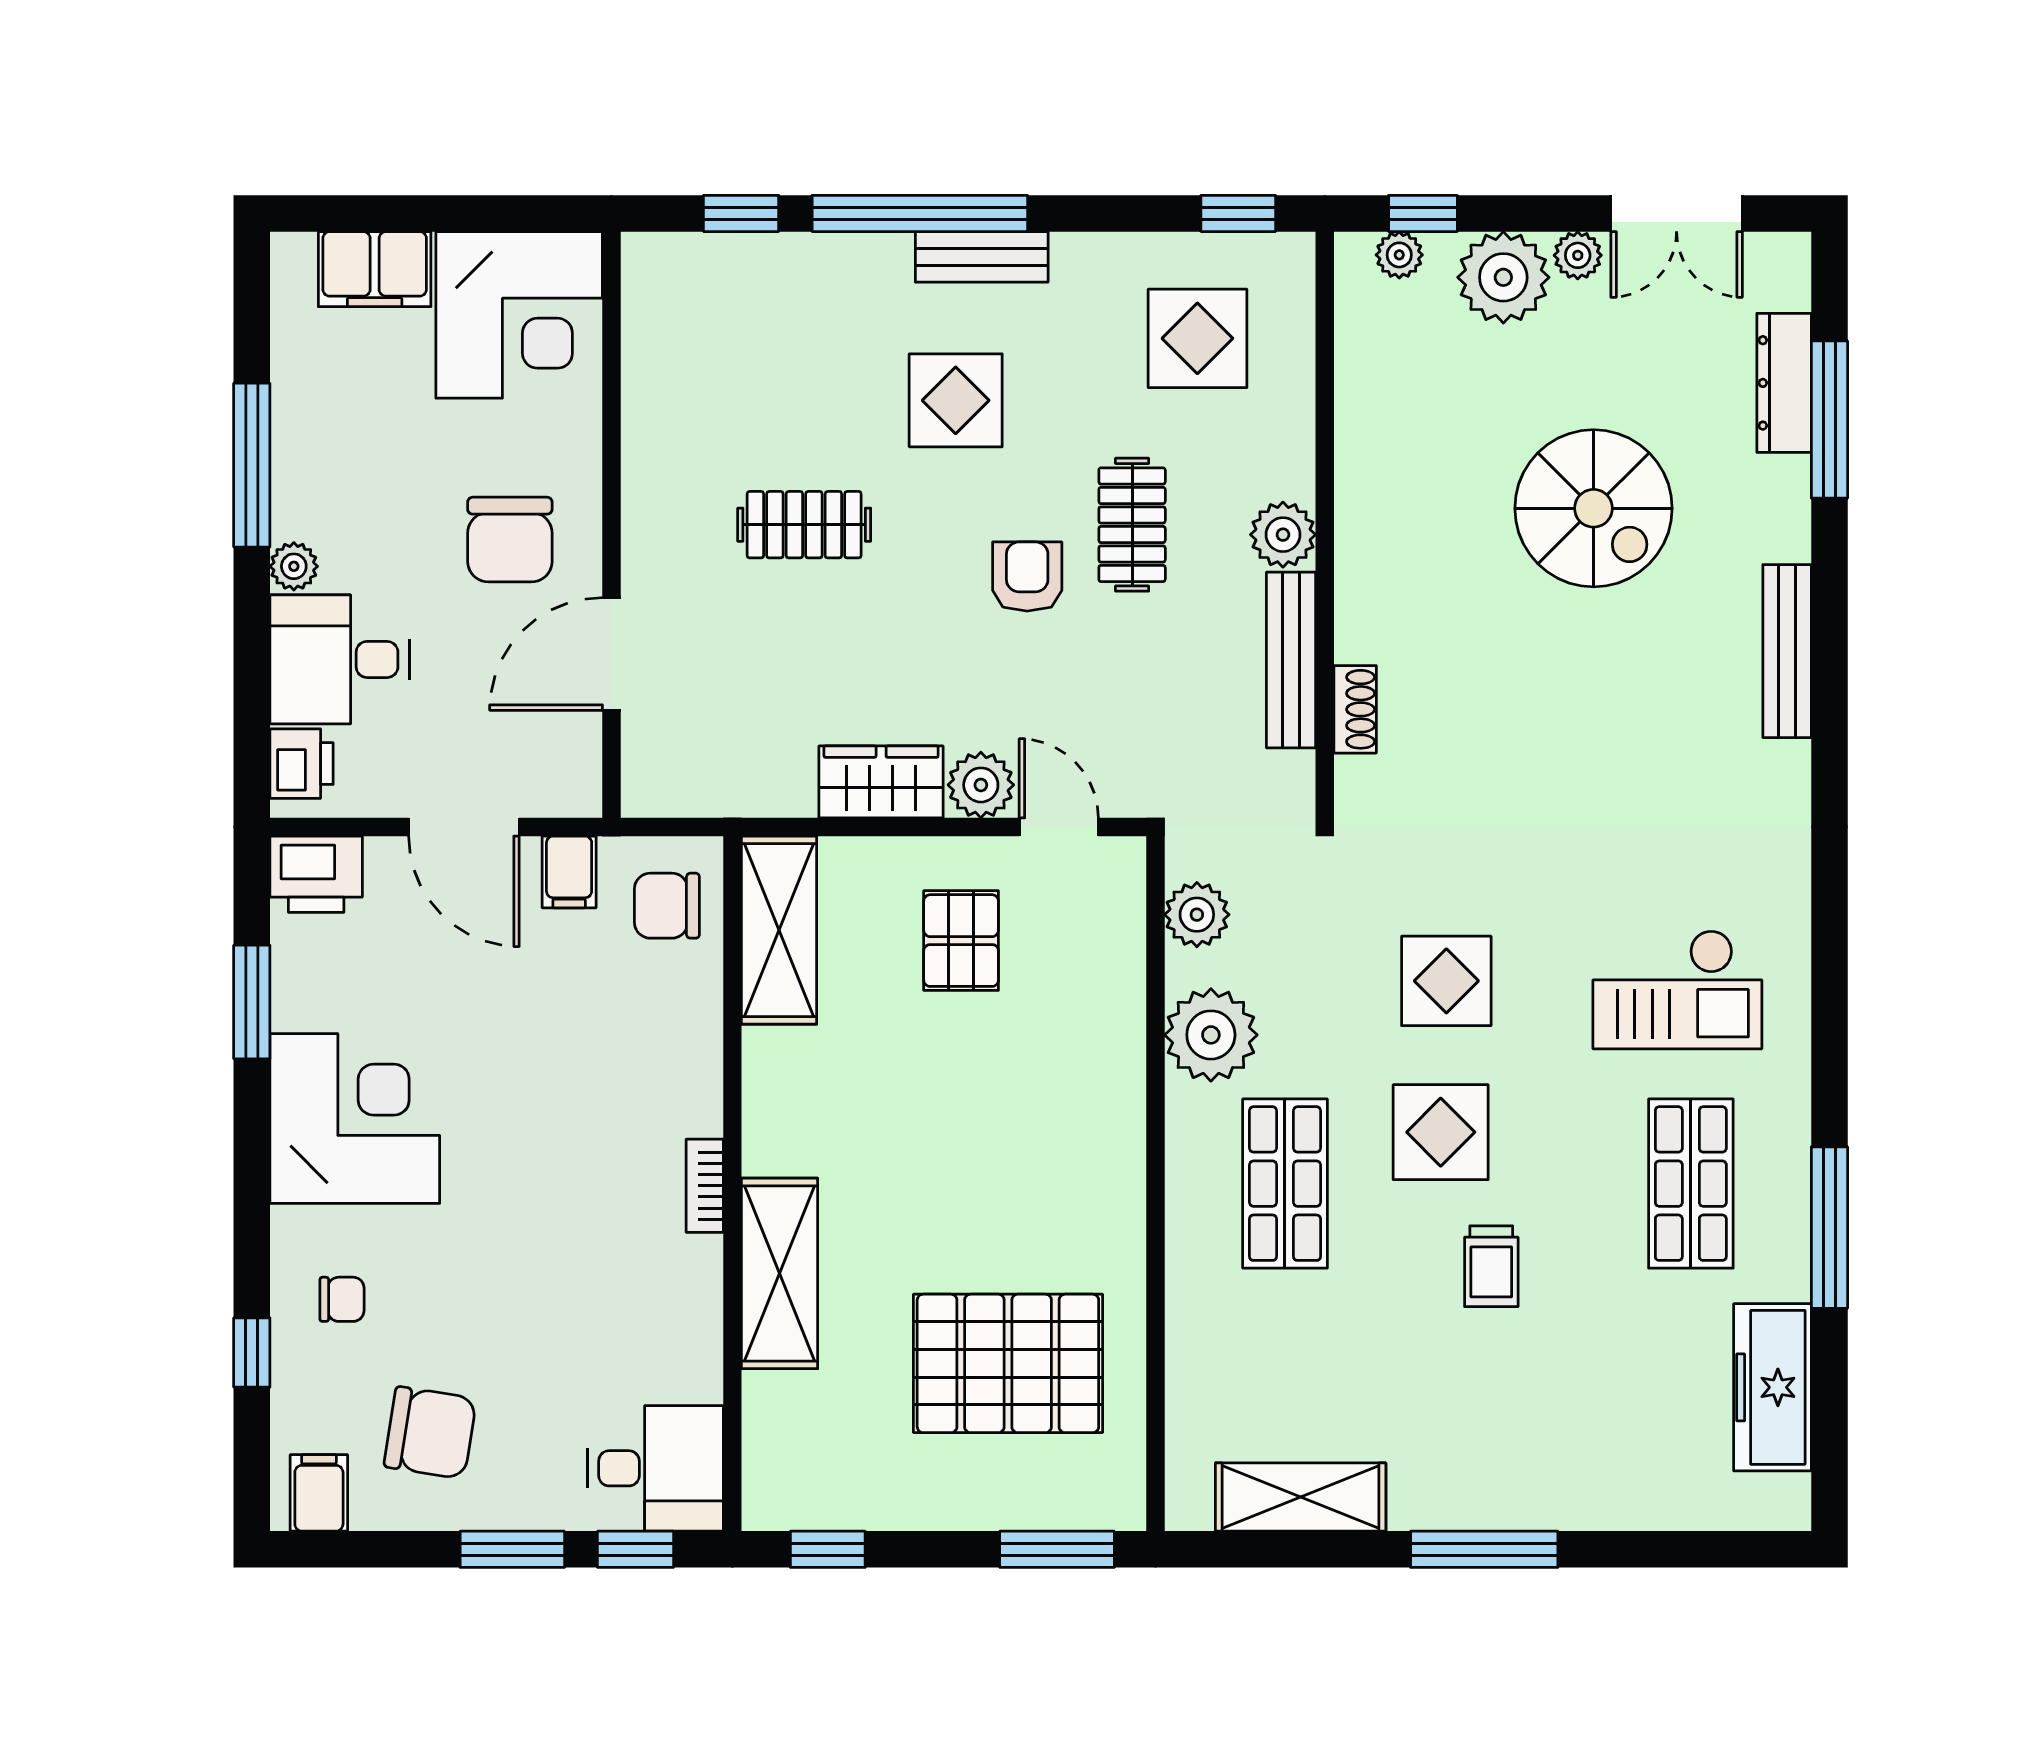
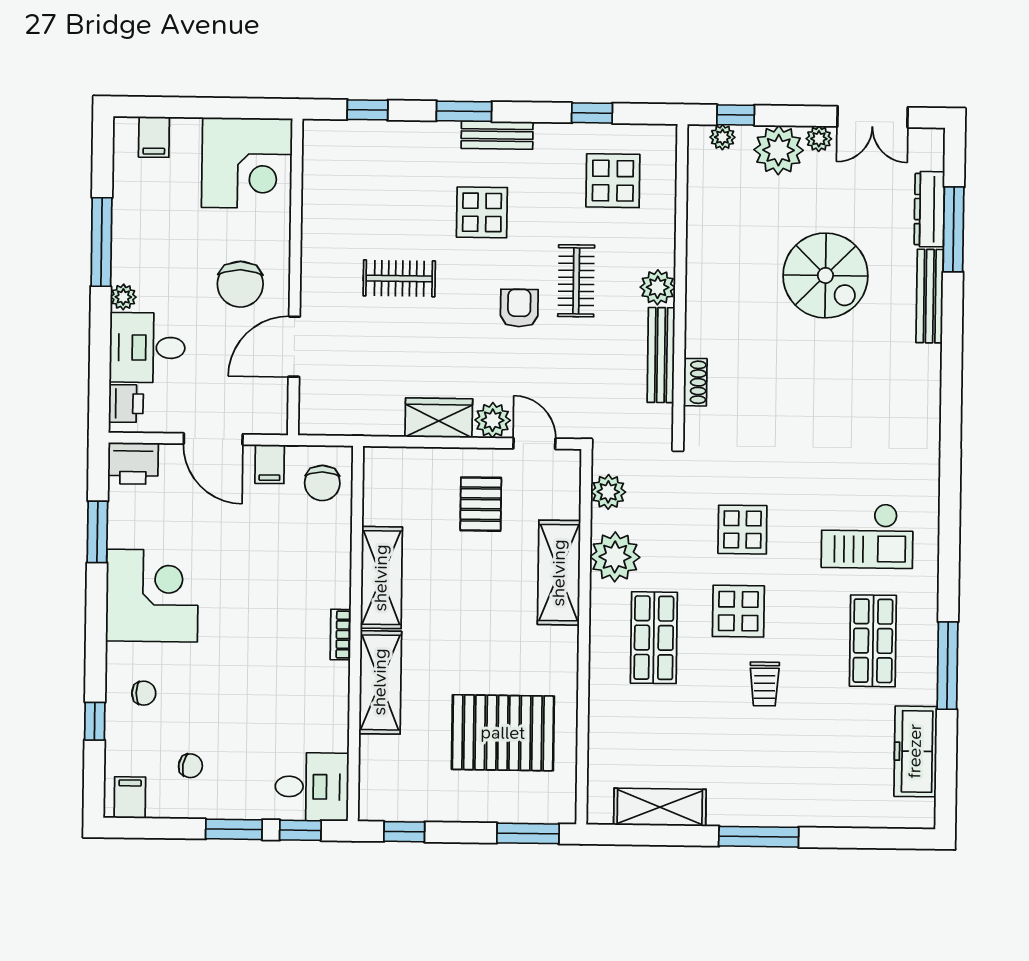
window: (920, 213) -> (464, 111), width x0.47
window: (1238, 213) -> (592, 113), moved
filing cabinet: (375, 269) -> (154, 137), width x0.50
bench: (1787, 651) -> (930, 296), moved
chair: (667, 906) -> (322, 483), turned -90
shelving: (779, 930) -> (381, 578), moved
shelving: (1108, 1065) -> (559, 573), added
chair: (430, 1433) -> (190, 766), width x0.54, depth x0.54

